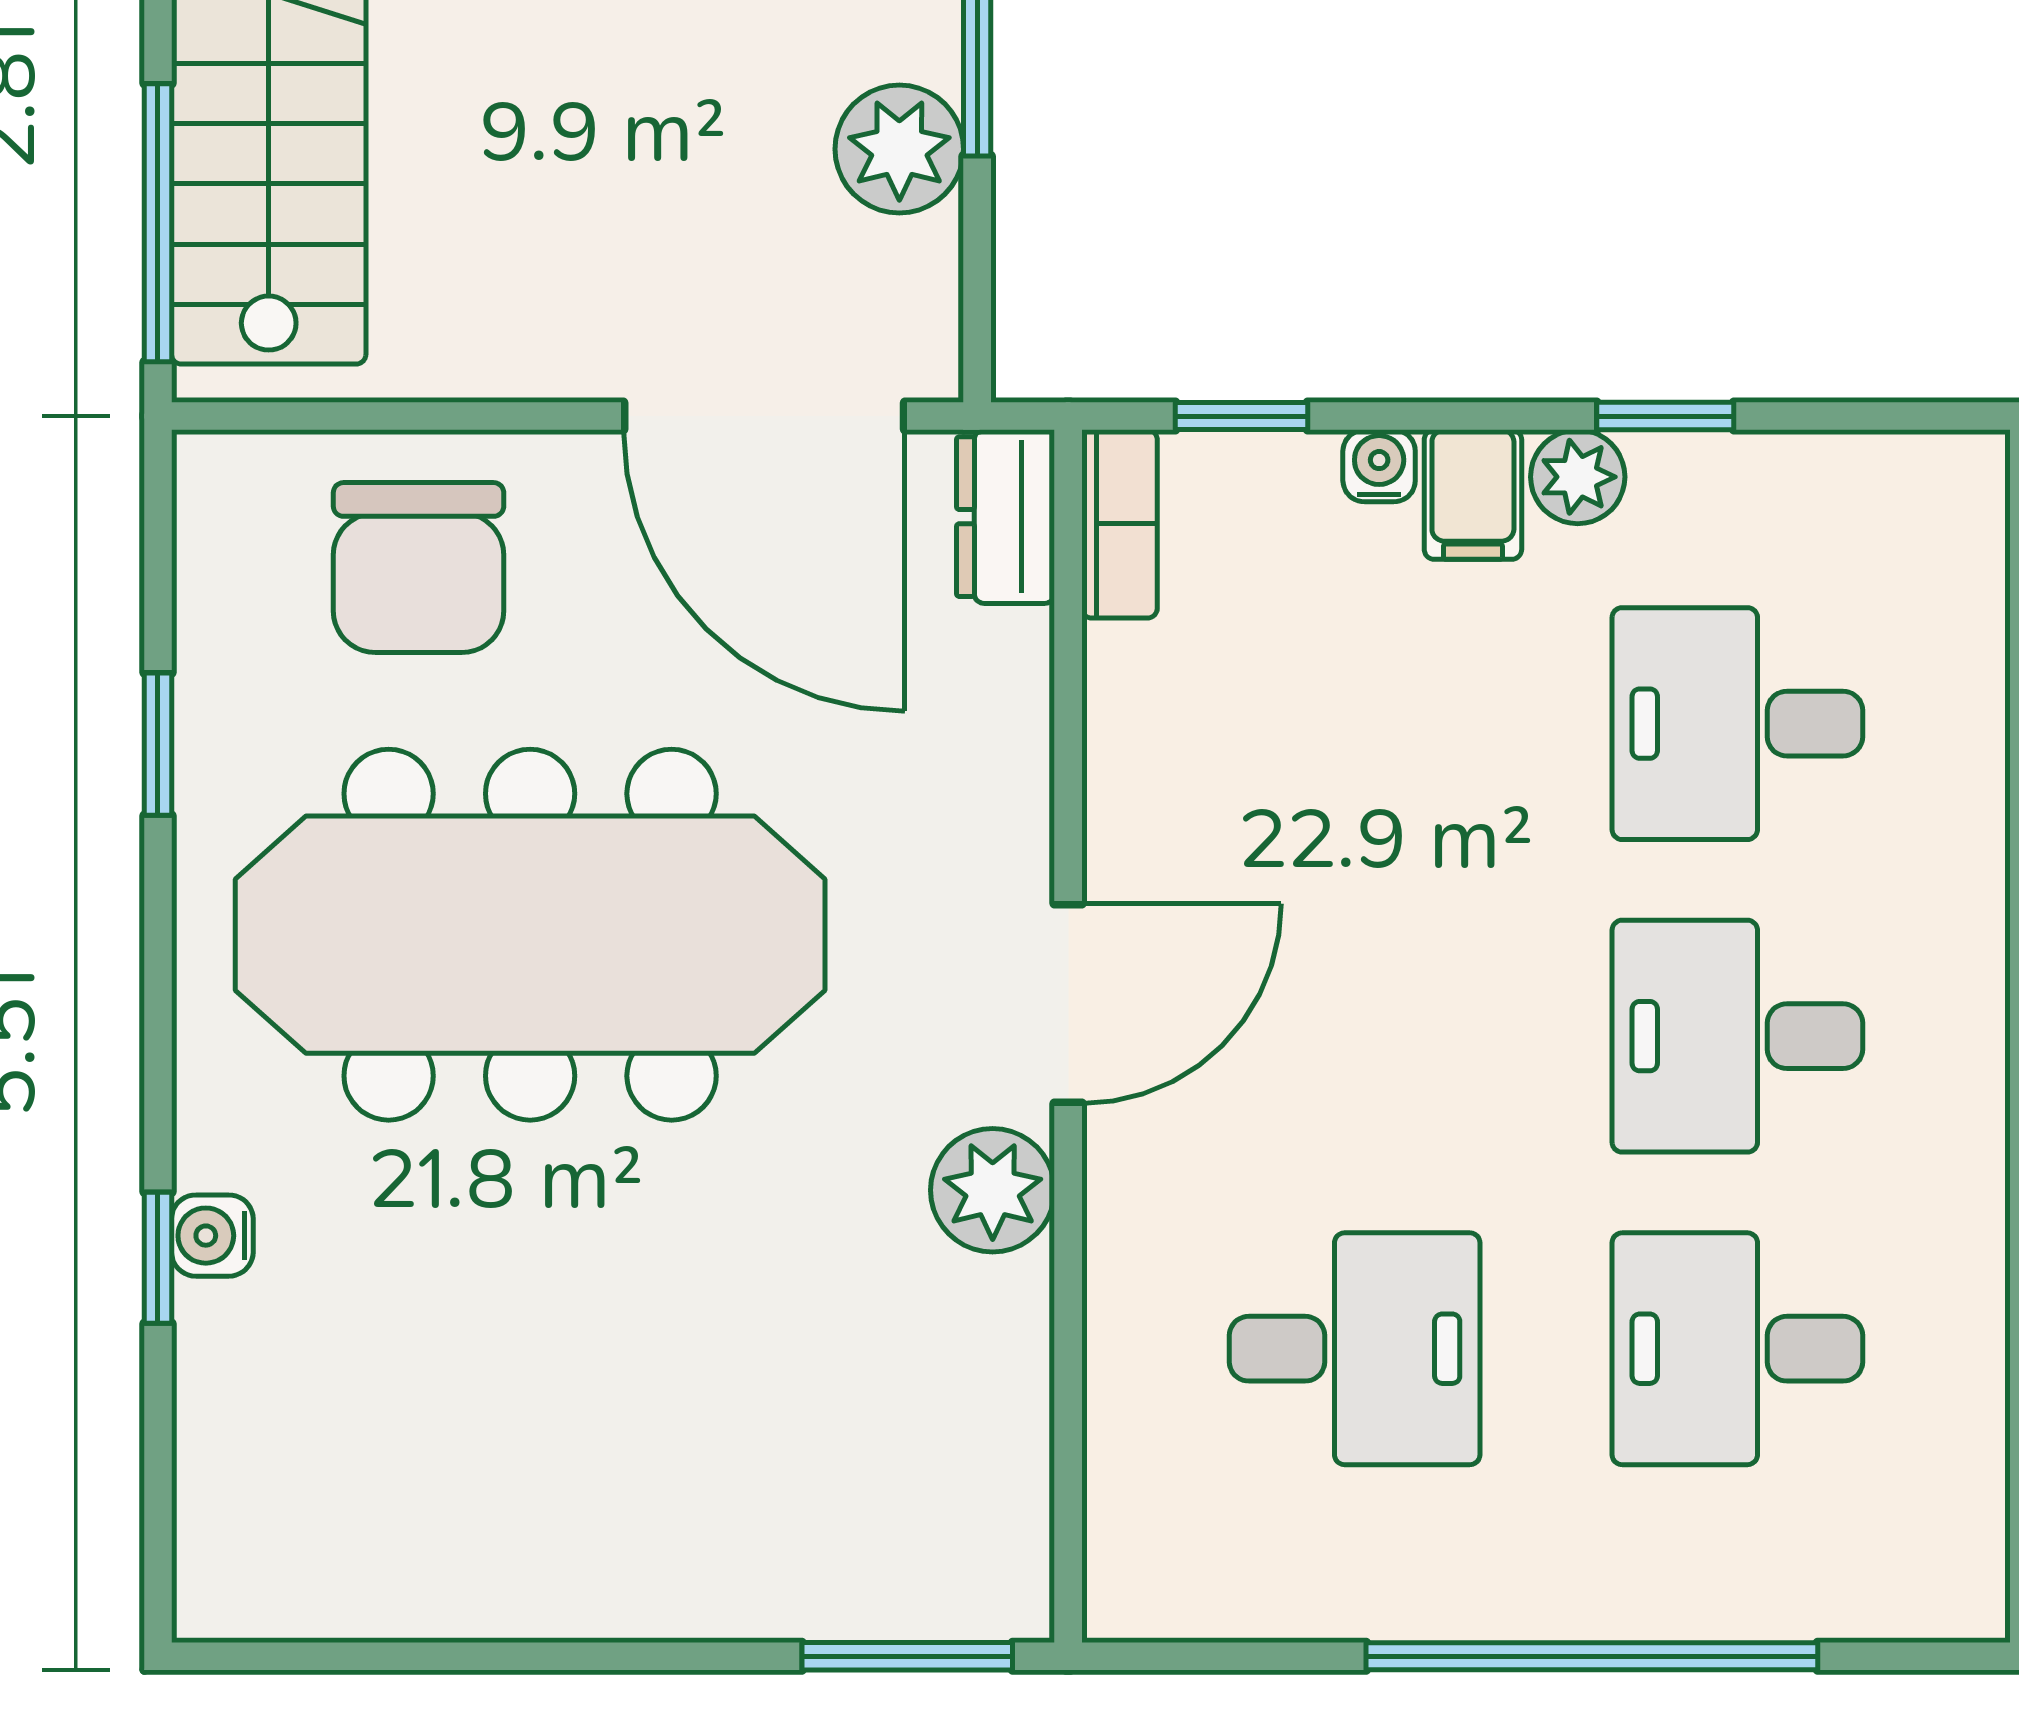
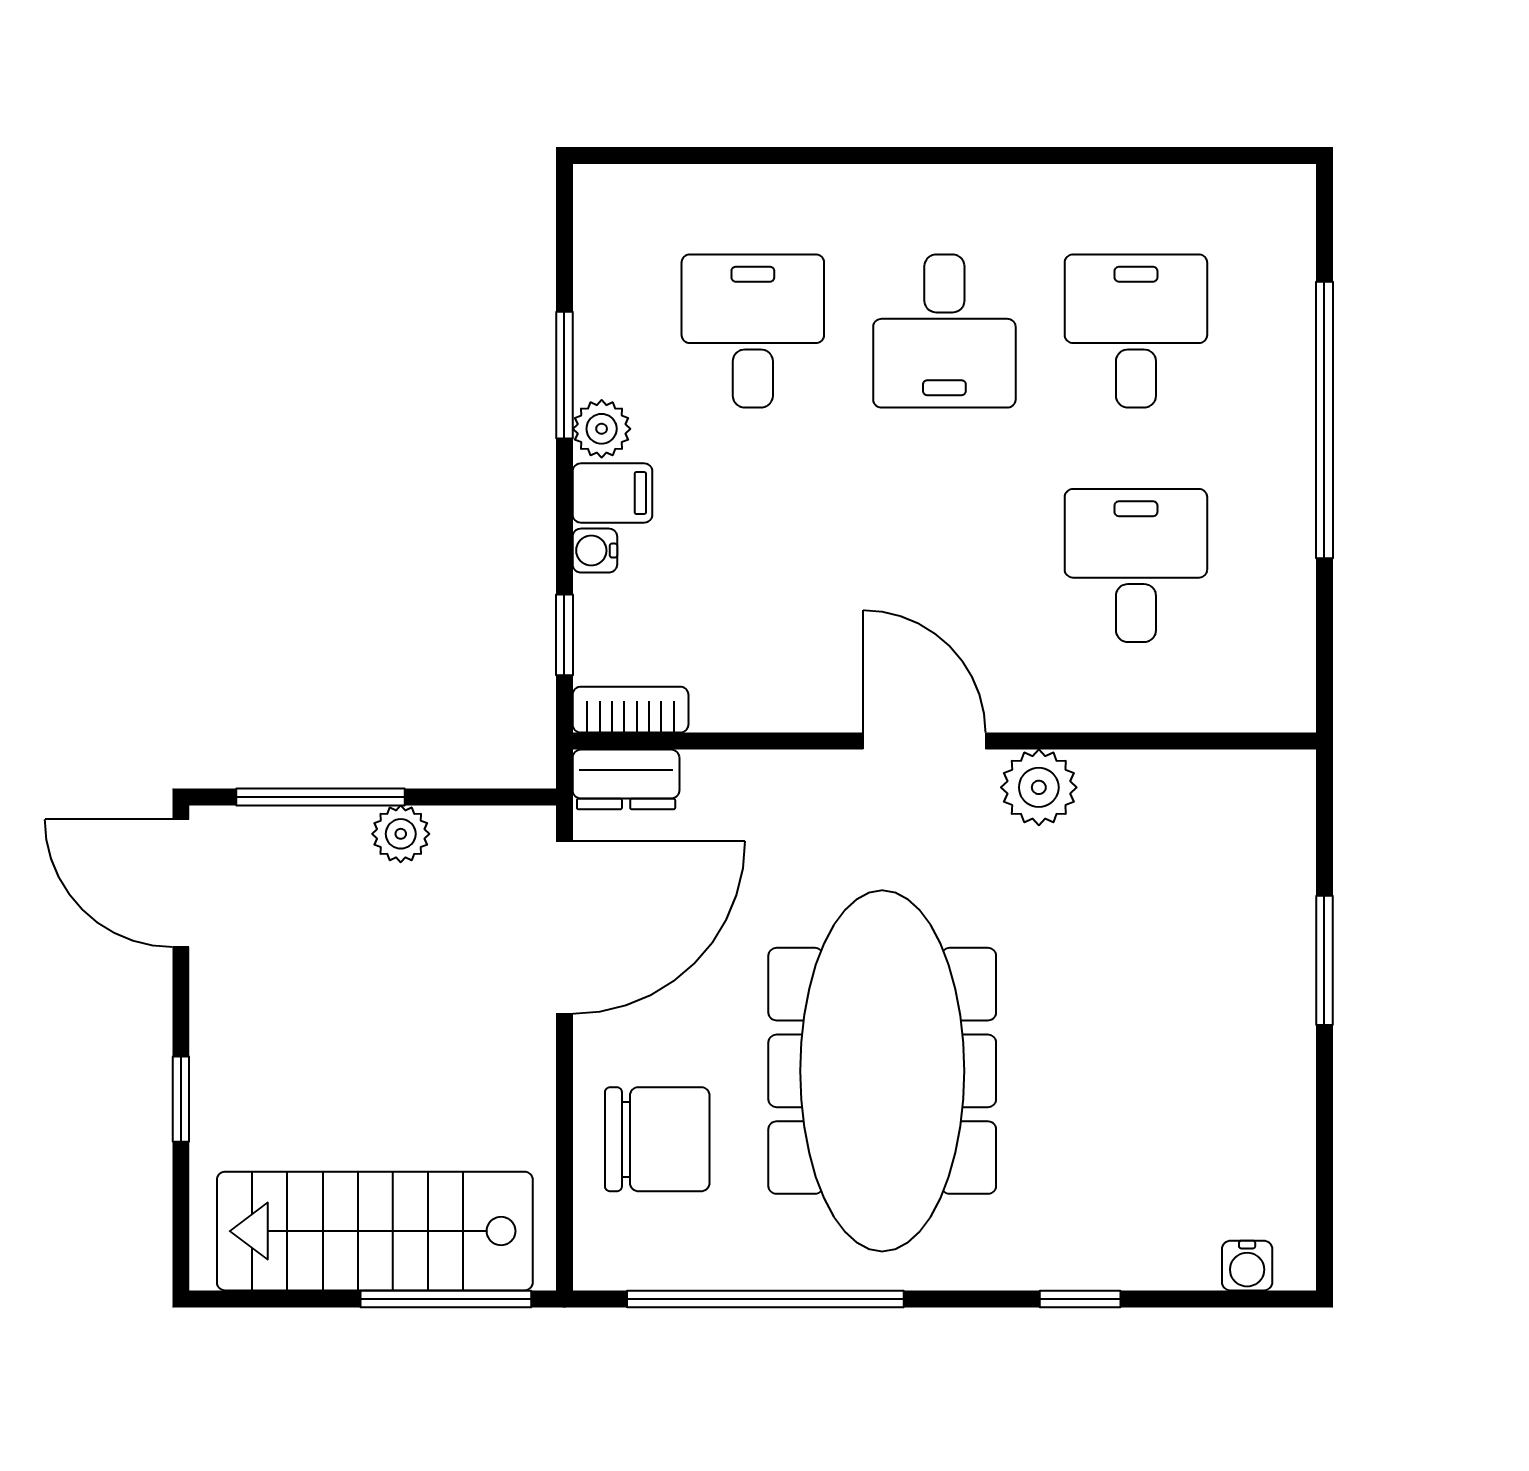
plant: (899, 149) -> (401, 834), width x0.73, depth x0.73
window: (1665, 416) -> (564, 375), width x1.50
desk: (1737, 724) -> (753, 331), turned 180
window: (158, 744) -> (765, 1299), width x3.17
water cooler: (212, 1236) -> (1247, 1266), moved
desk: (1737, 1349) -> (1136, 331), turned 180
window: (907, 1656) -> (1324, 960), moved

